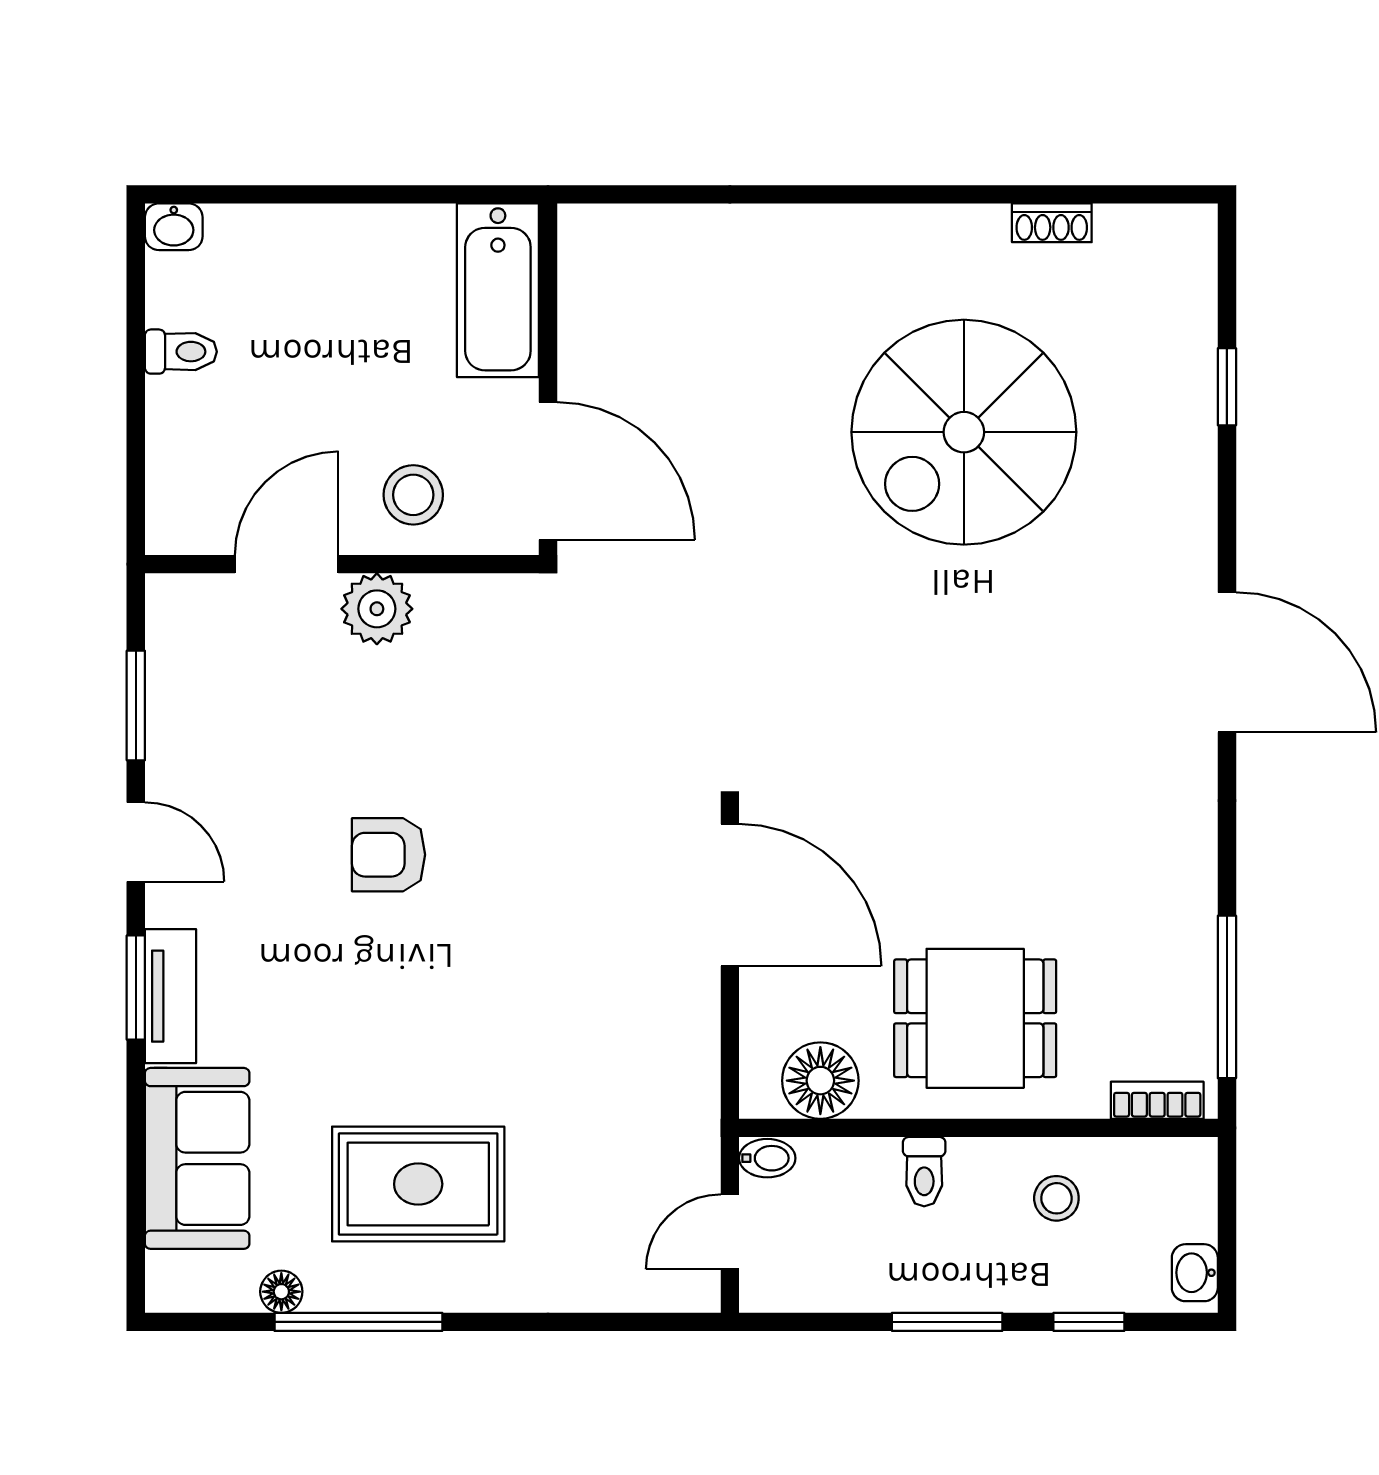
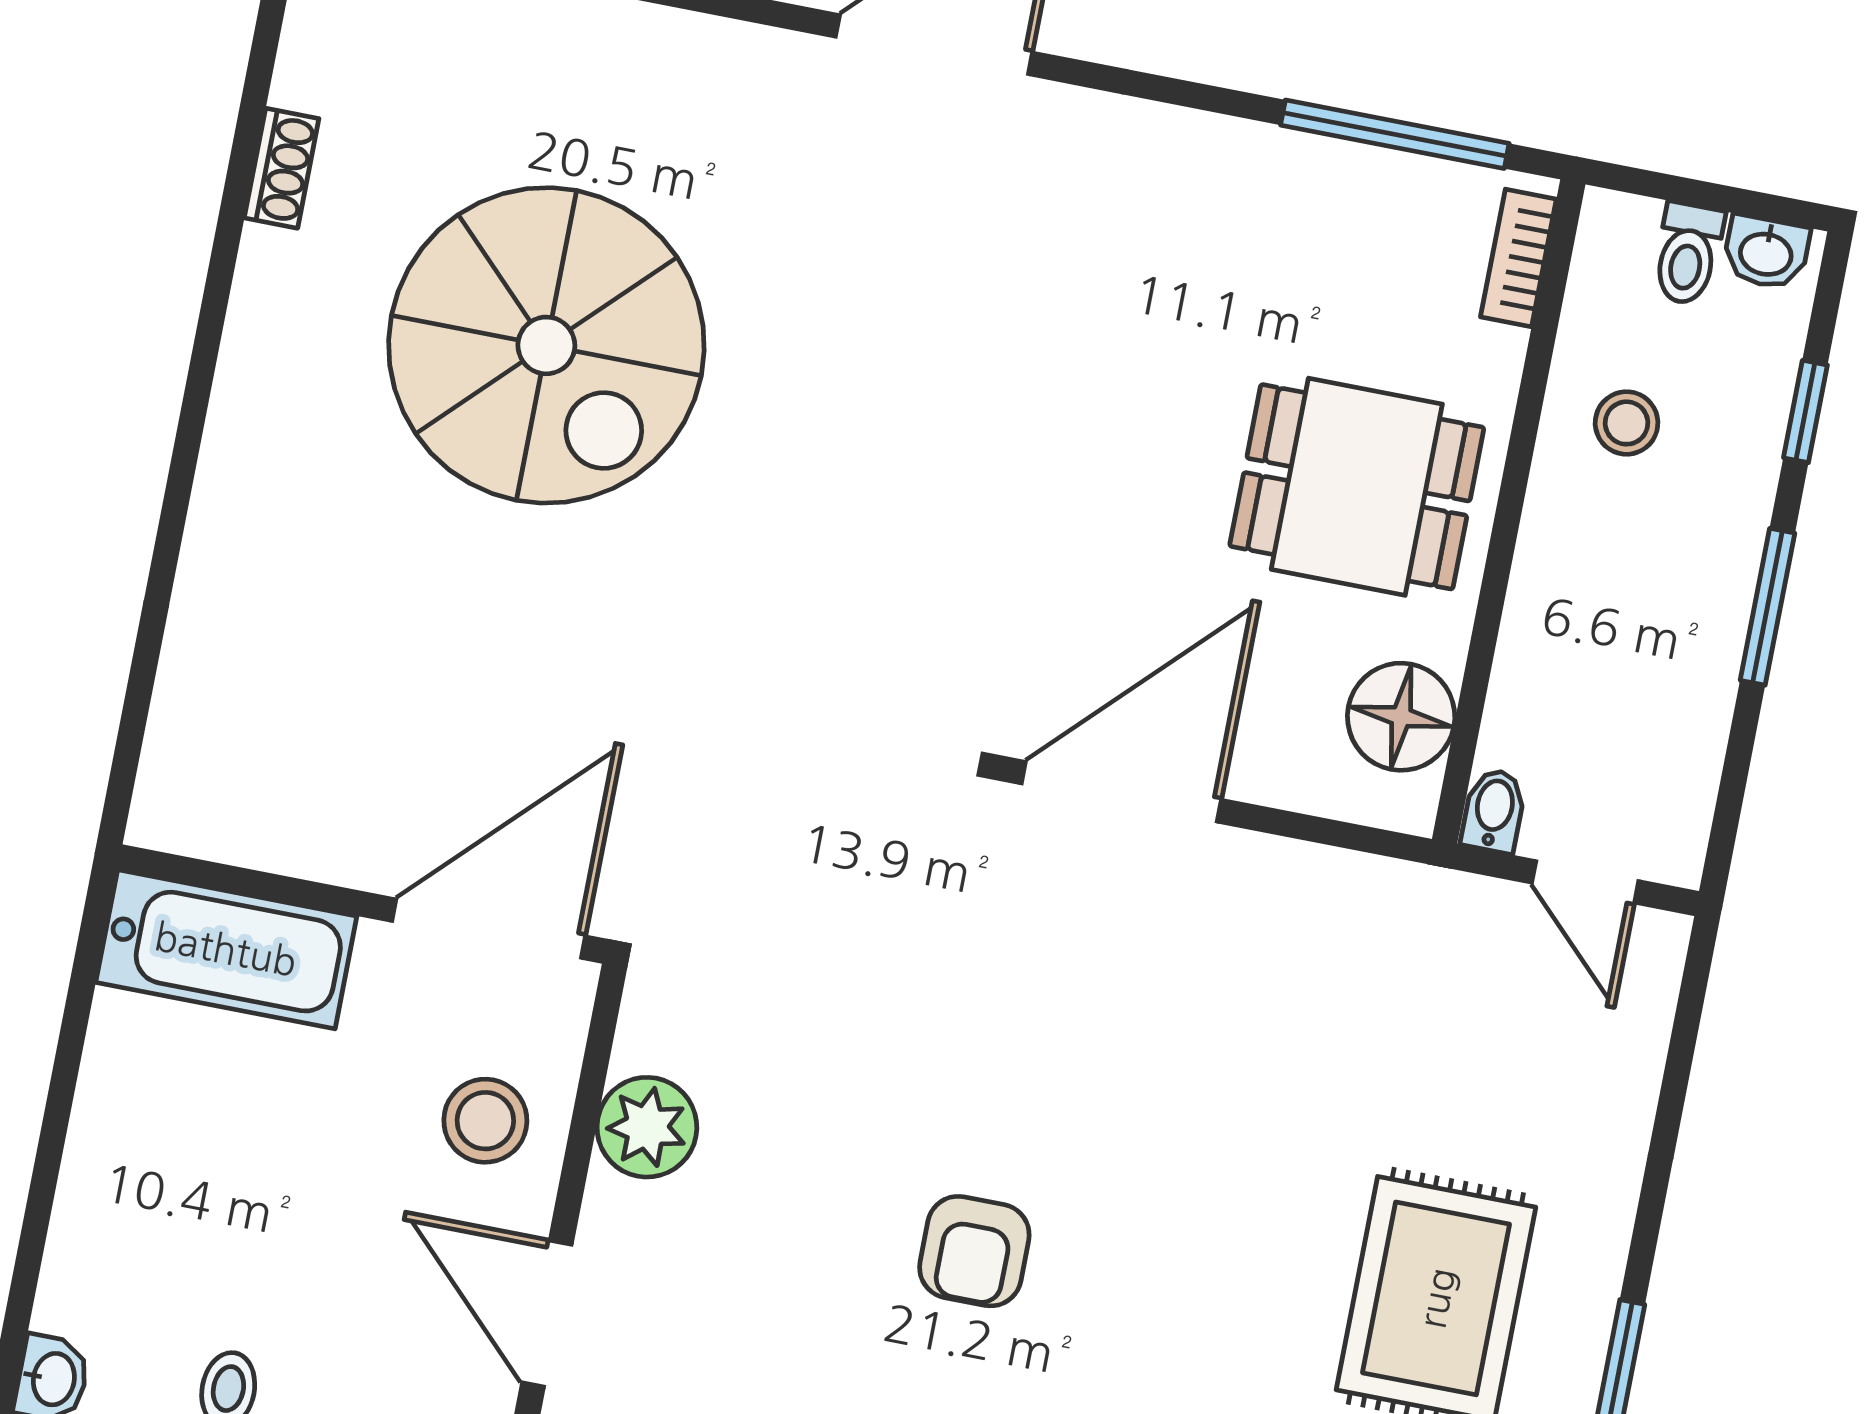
plant: (377, 609) -> (647, 1127), moved
dining table: (975, 1018) -> (1357, 487), turned 90
toilet: (924, 1172) -> (1688, 254), moved, turned 90

